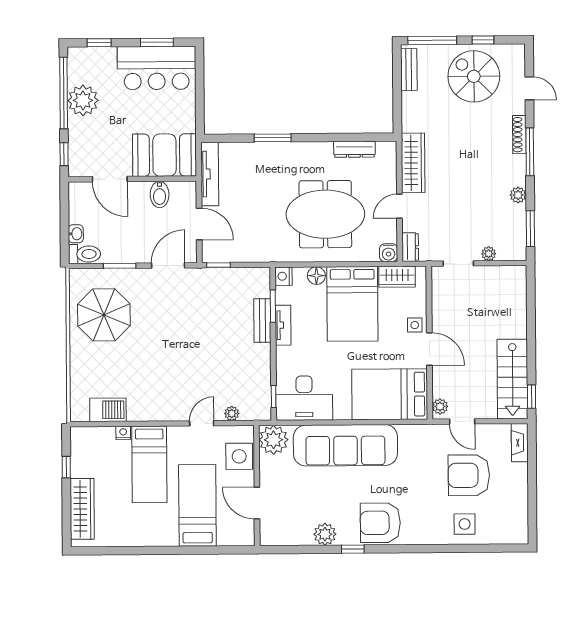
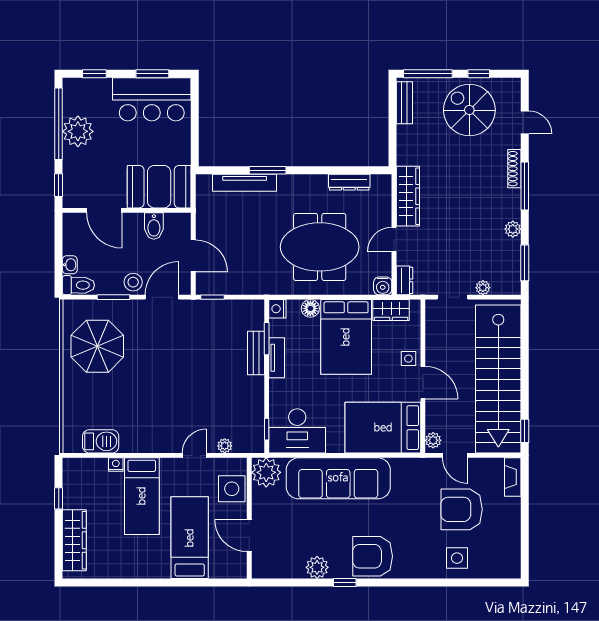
tv unit: (210, 174) -> (245, 183), moved, turned 90
stool: (139, 251) -> (133, 282), added
stairs: (512, 379) -> (498, 379), width x1.86, depth x1.51

